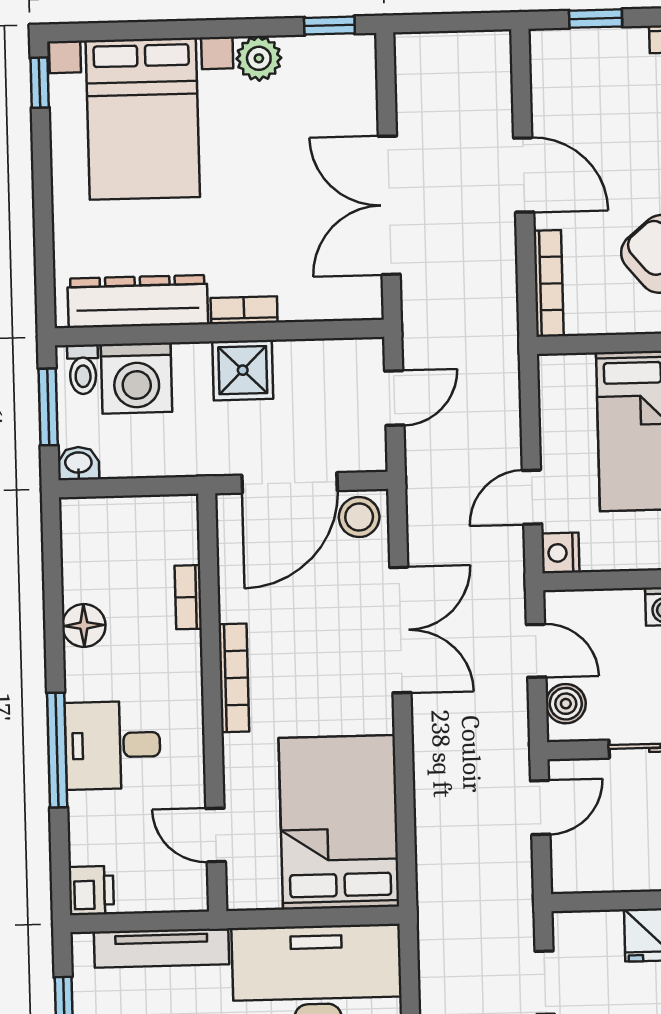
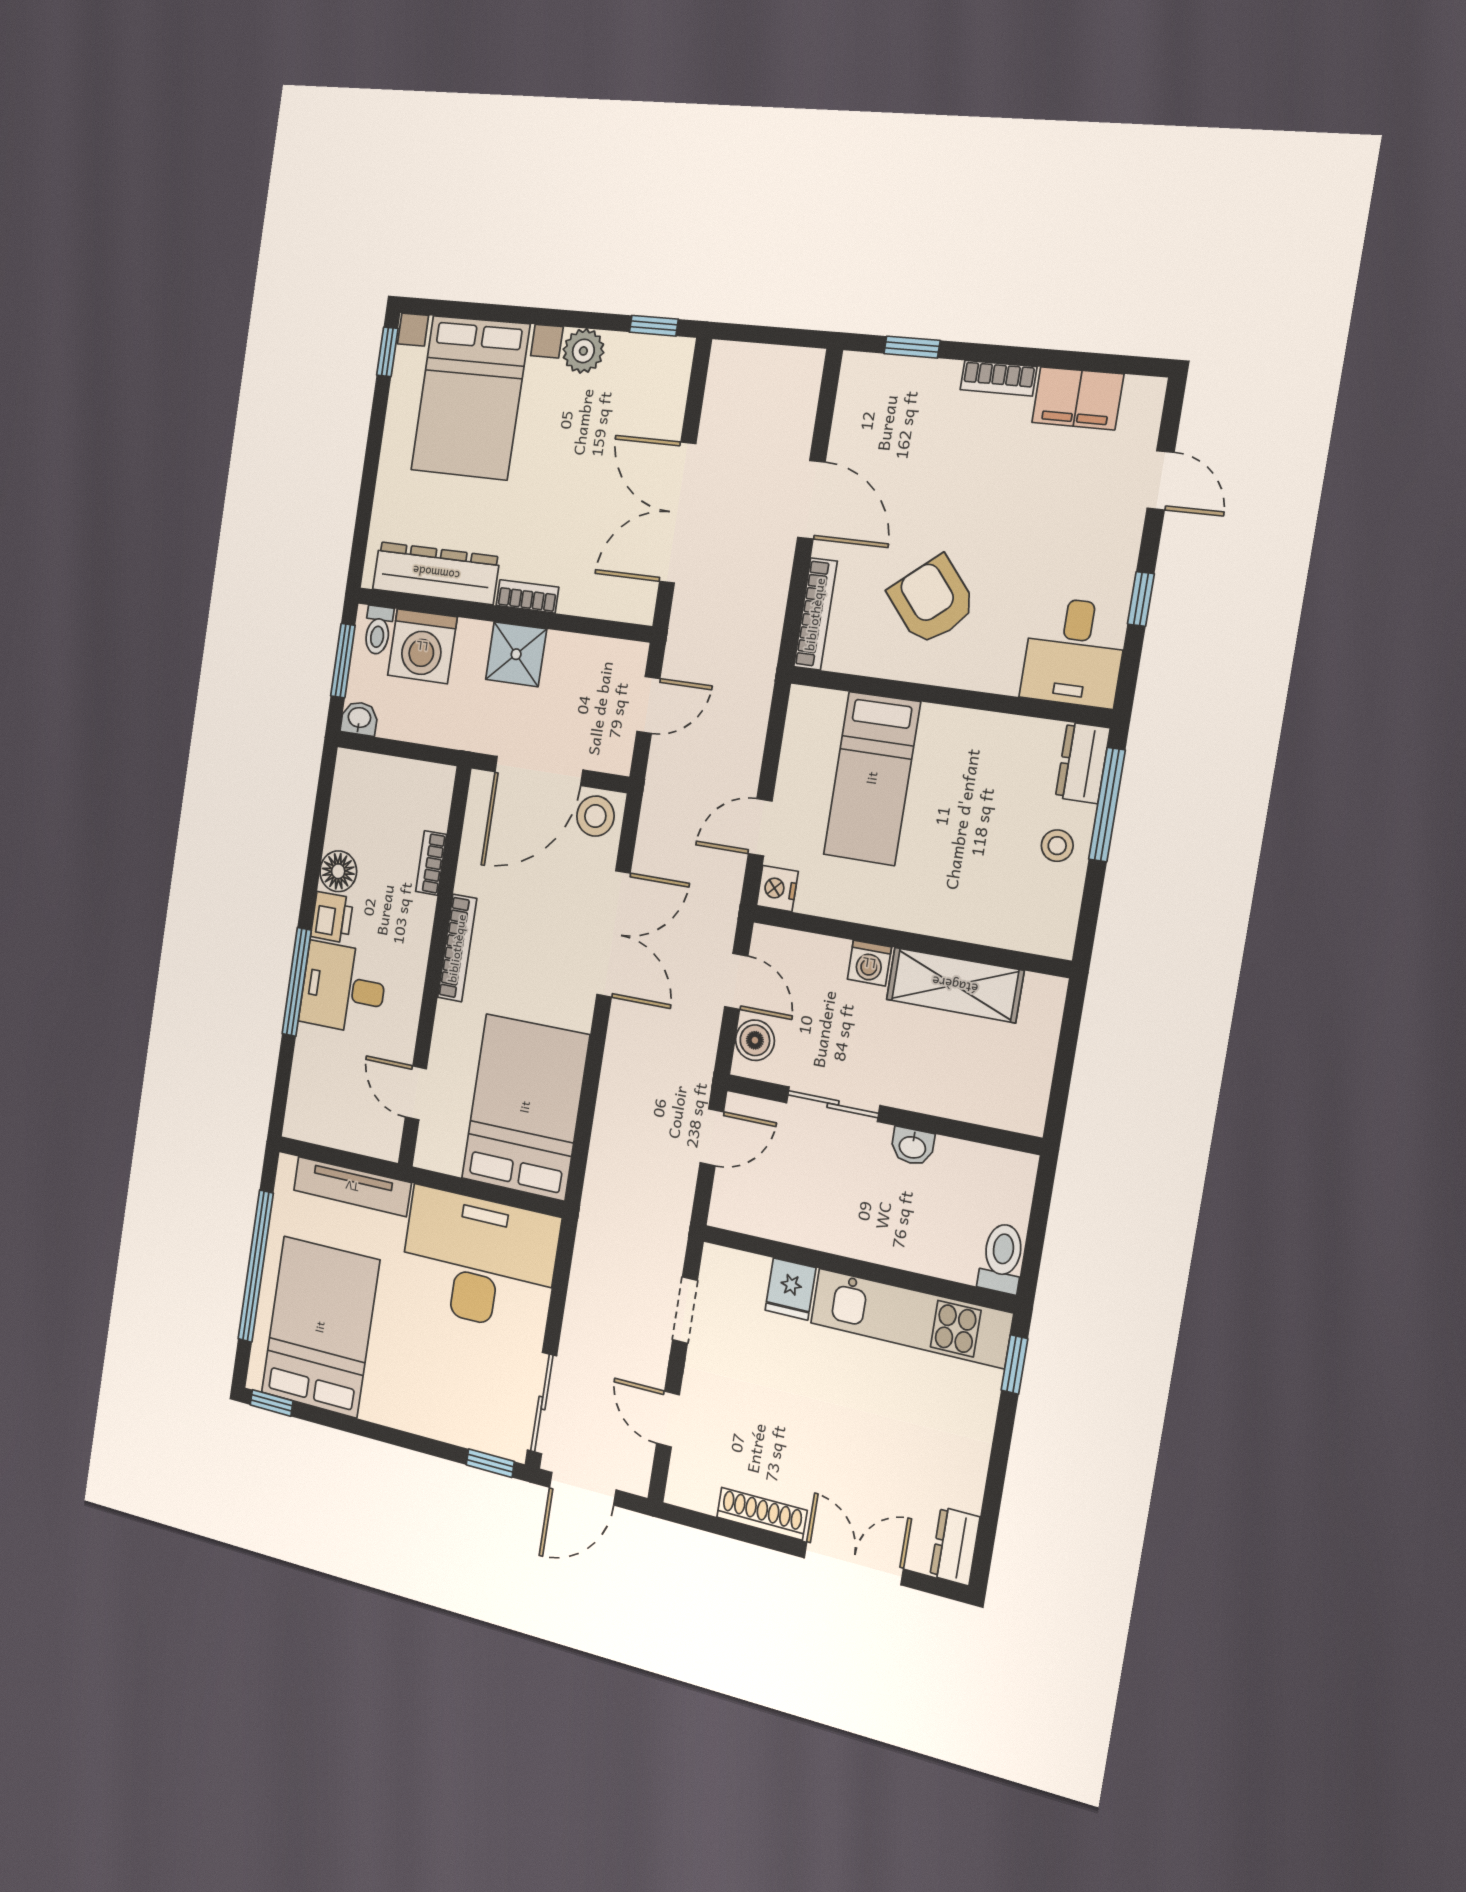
printer: (91, 890) -> (332, 917), moved

